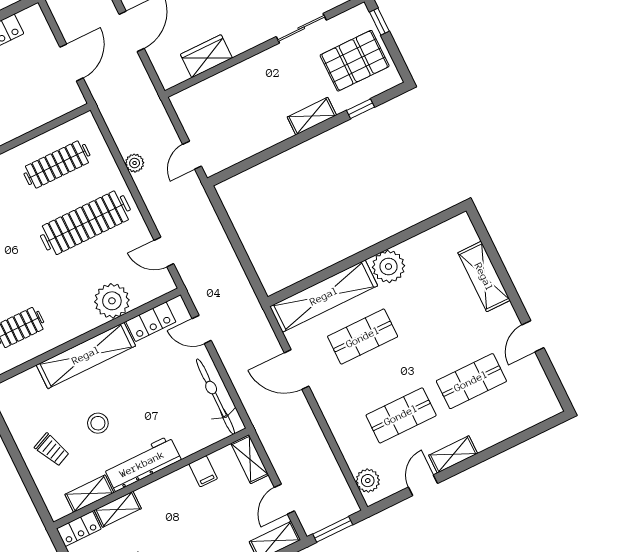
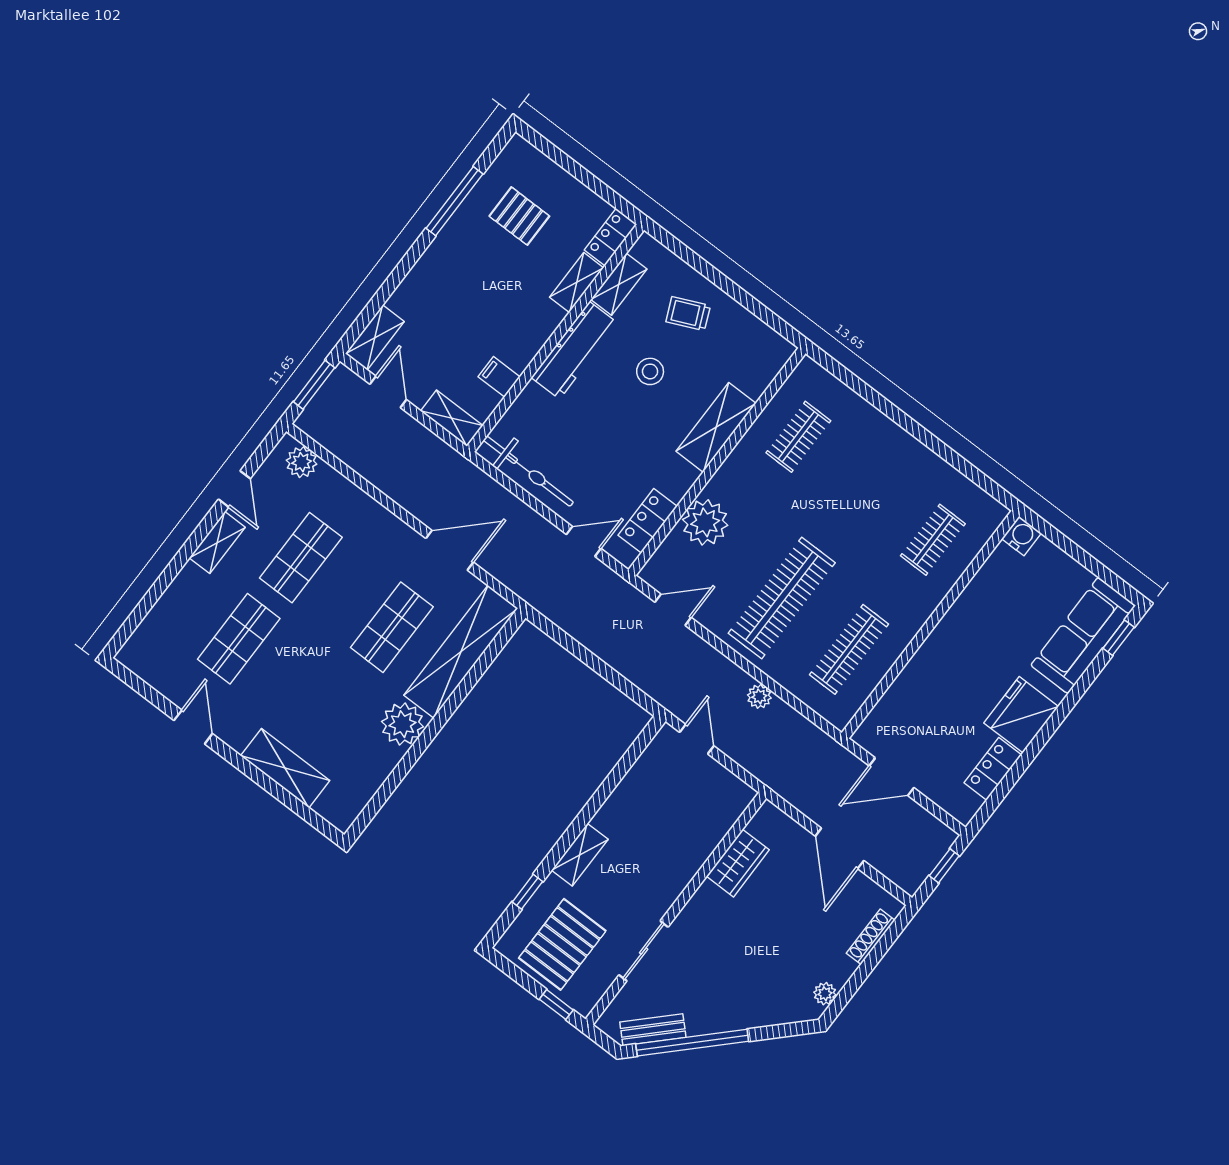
door: (72, 63) -> (892, 777), hinge flipped
shelving: (86, 355) -> (716, 427), width x0.68

